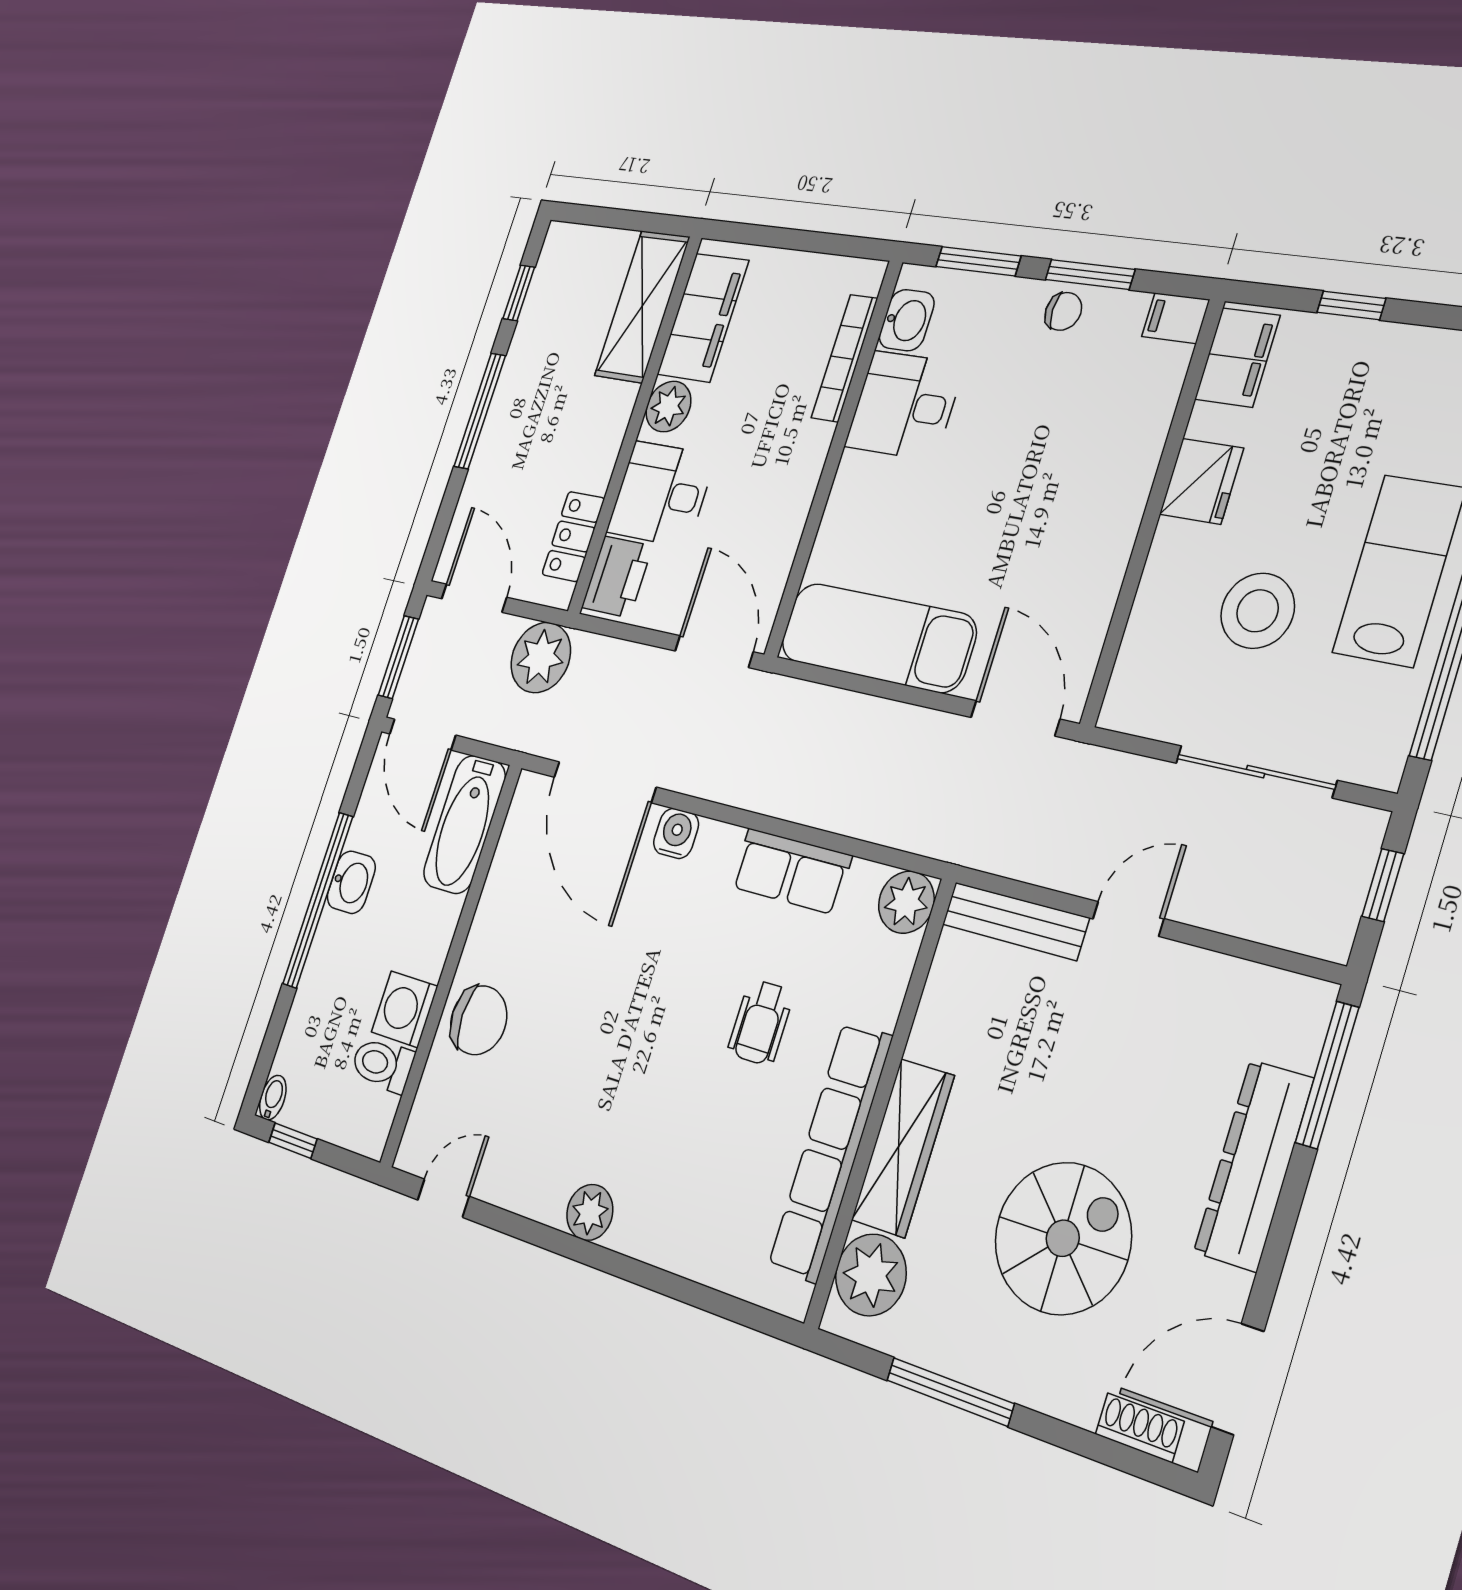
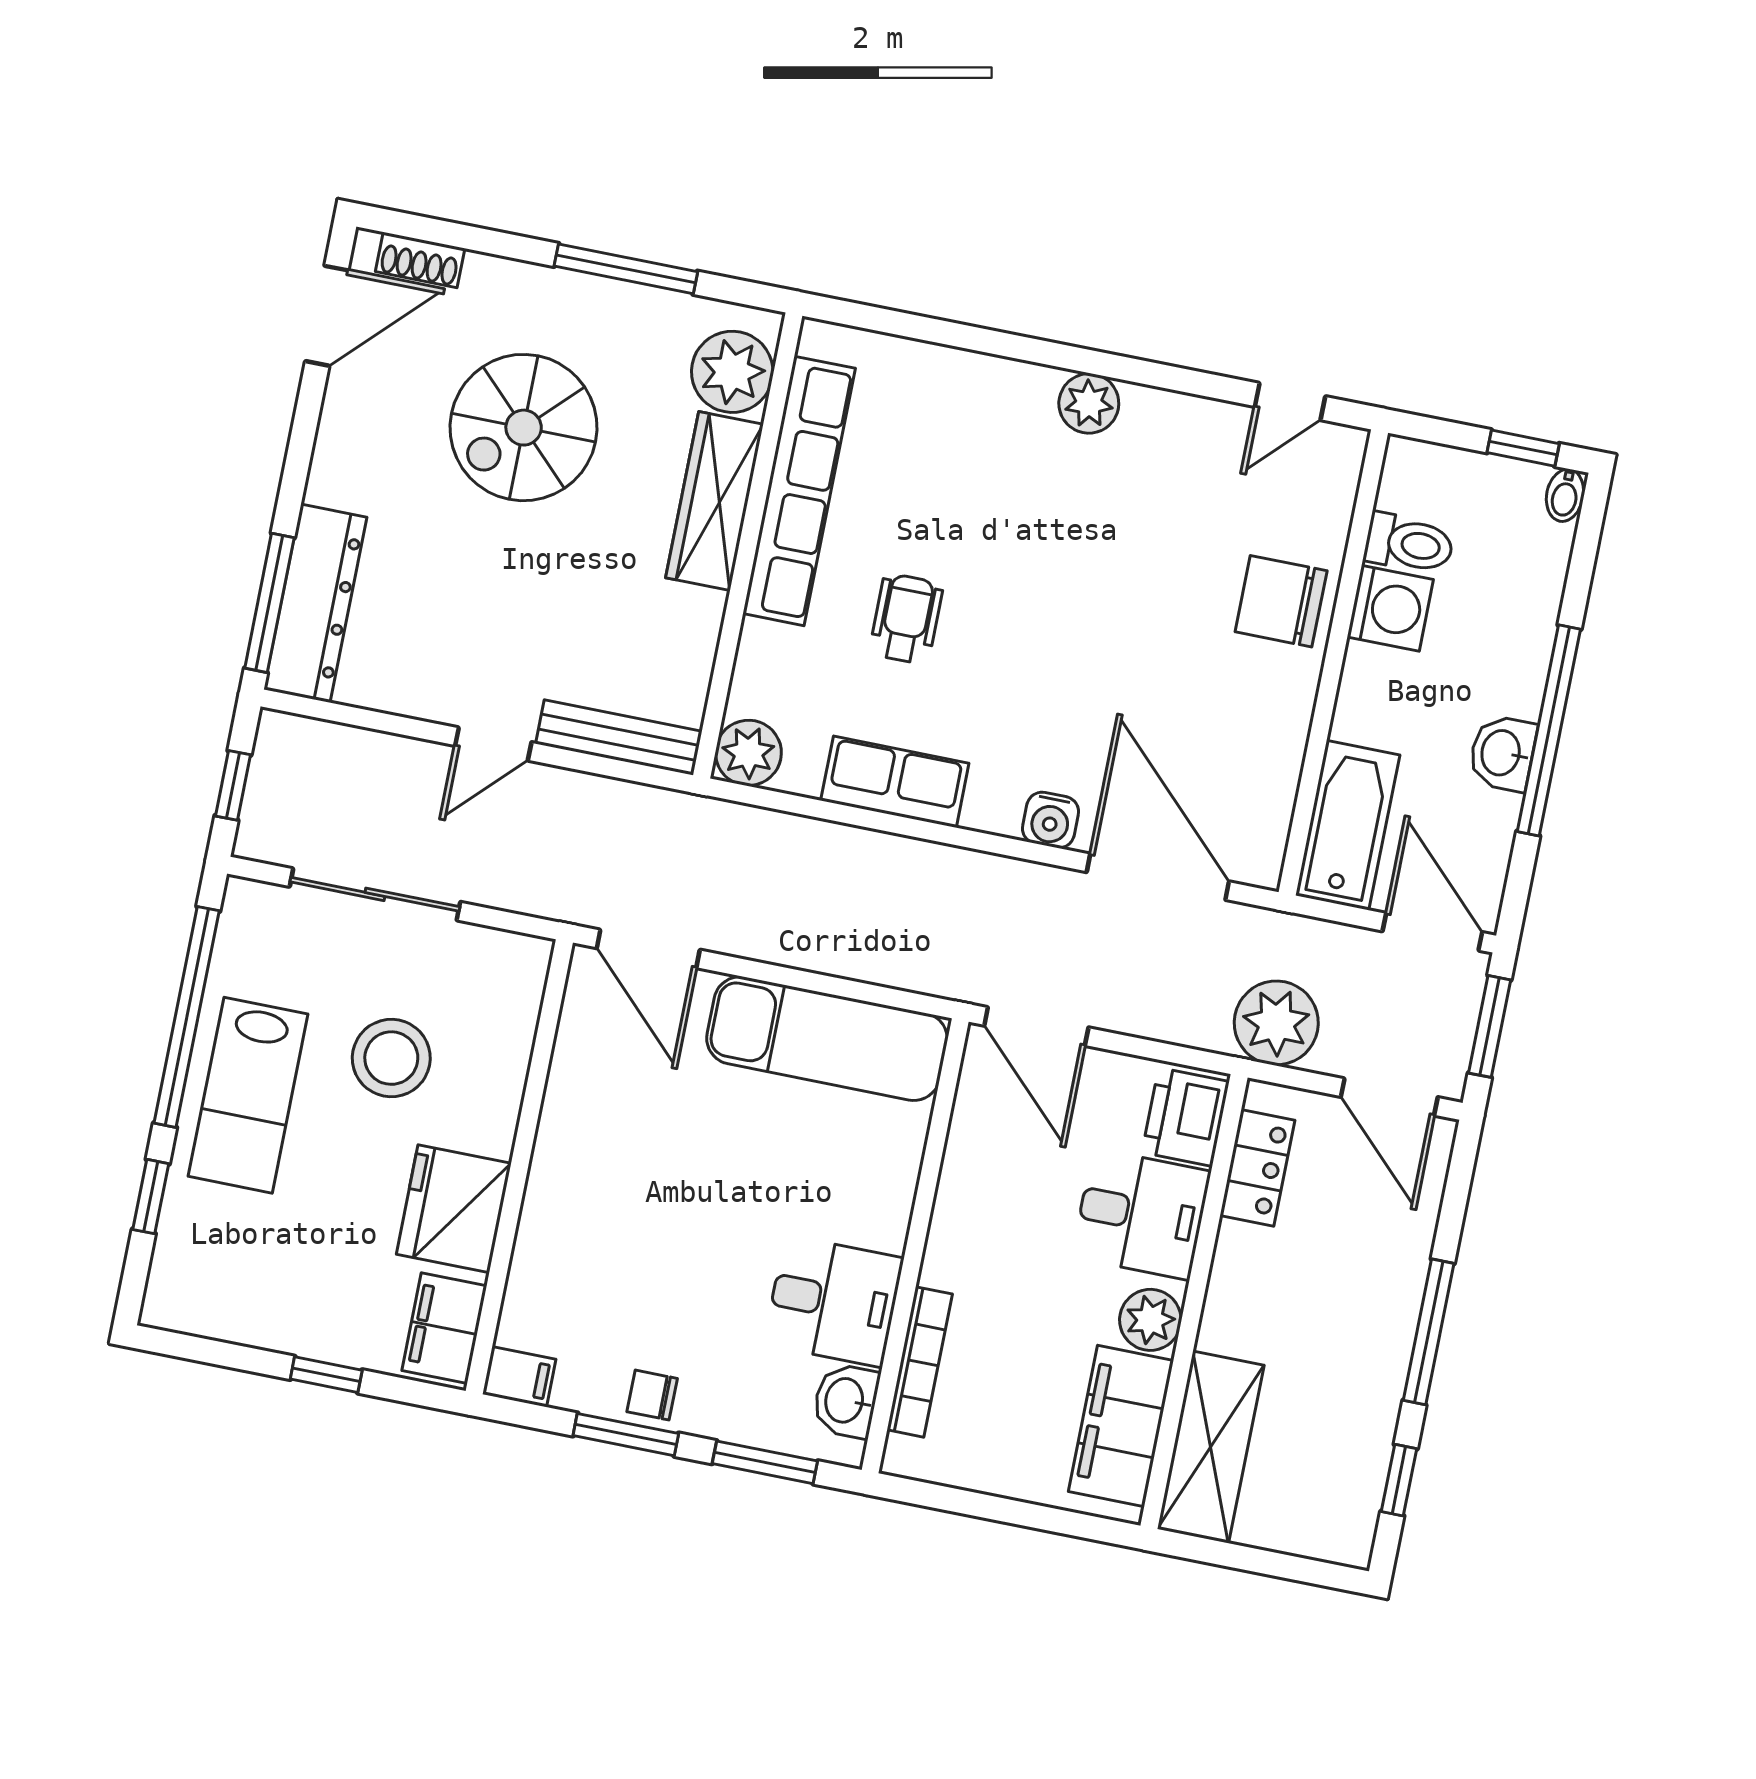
fridge: (1201, 481) -> (454, 1209), width x1.36, depth x1.34
dresser: (1254, 1165) -> (315, 603), moved

